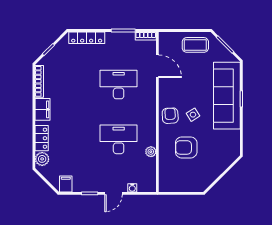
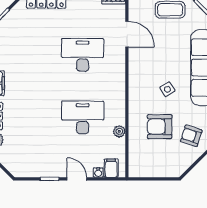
armchair: (170, 116) -> (191, 136), moved, turned -69
filing cabinet: (66, 184) -> (111, 168), moved
door: (114, 193) -> (77, 179), swing flipped

